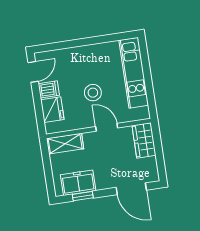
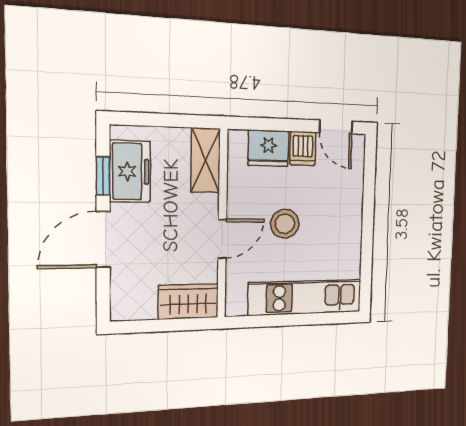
door: (131, 189) -> (103, 239), moved

